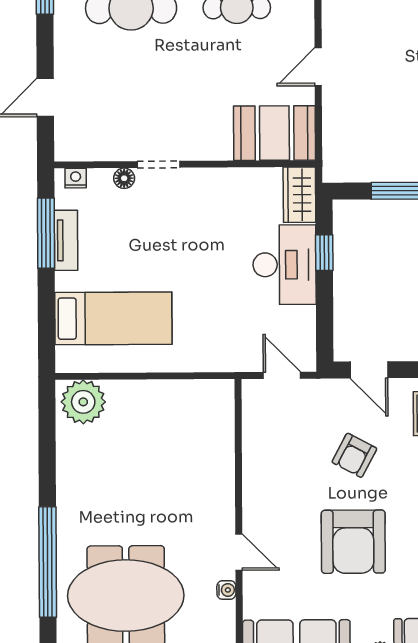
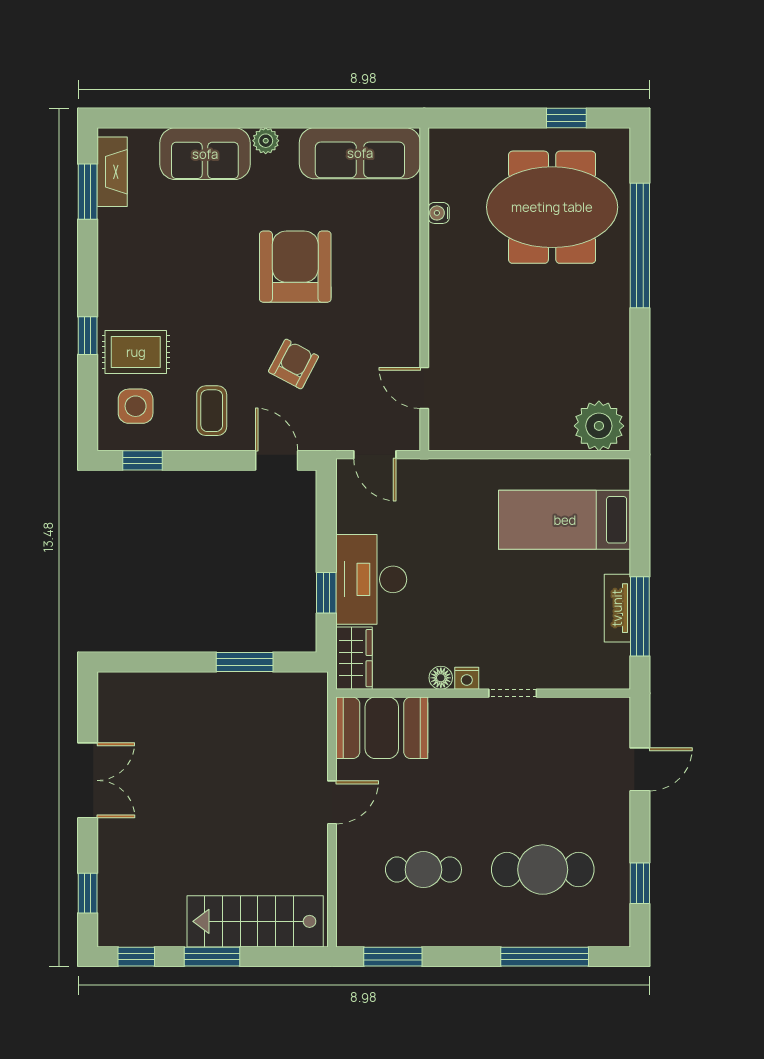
nightstand: (76, 178) -> (467, 678), moved
floor lamp: (124, 178) -> (441, 678), moved
door: (239, 552) -> (424, 388), moved

